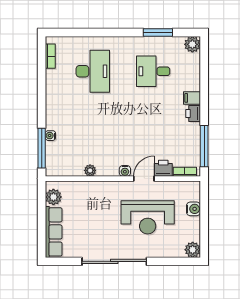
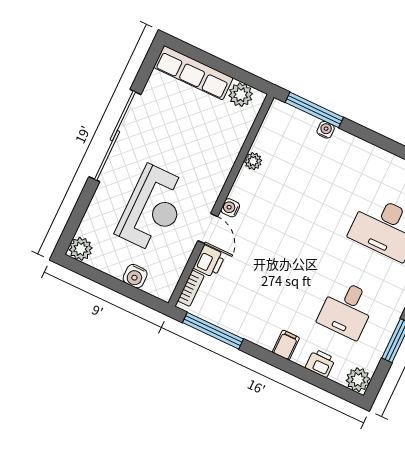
desk: (153, 71) -> (347, 310), turned 180
printer: (193, 114) -> (320, 363), moved
reception desk: (148, 217) -> (153, 209), turned 180

